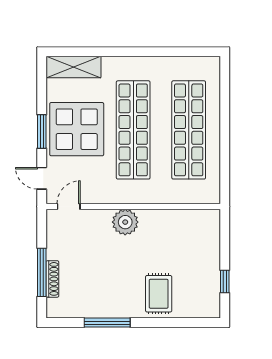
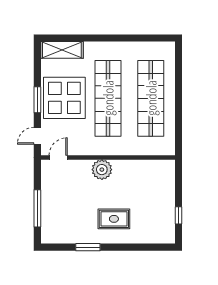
door: (42, 178) -> (37, 136), hinge flipped
shoe rack: (52, 279) -> (46, 213), removed
rug: (159, 294) -> (114, 219), moved, turned 90
window: (107, 323) -> (88, 247), width x0.69

